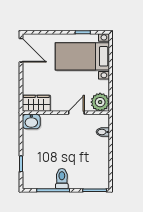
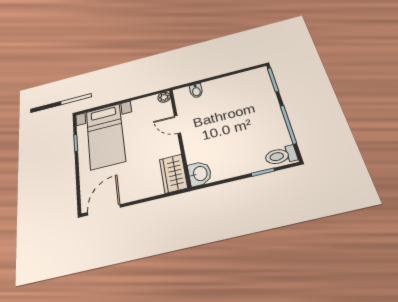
plant: (100, 102) -> (164, 97), width x0.53, depth x0.53
toilet: (62, 179) -> (281, 156), moved

